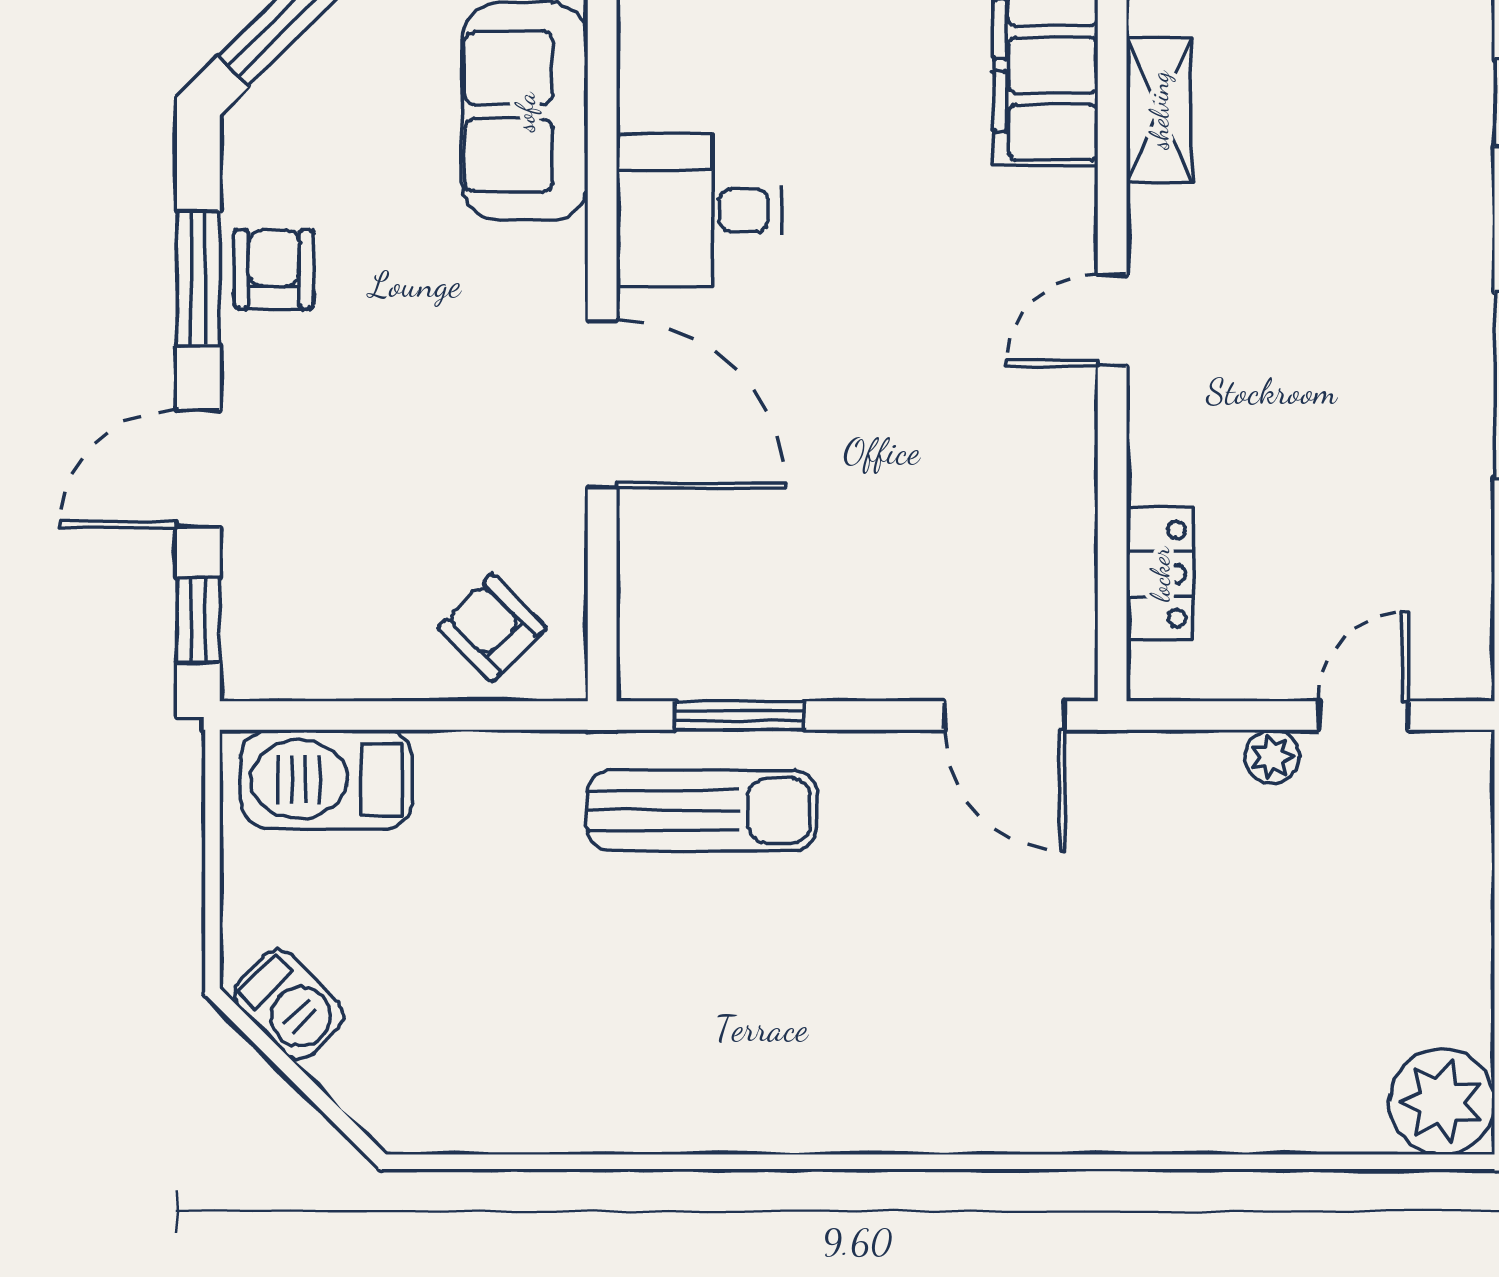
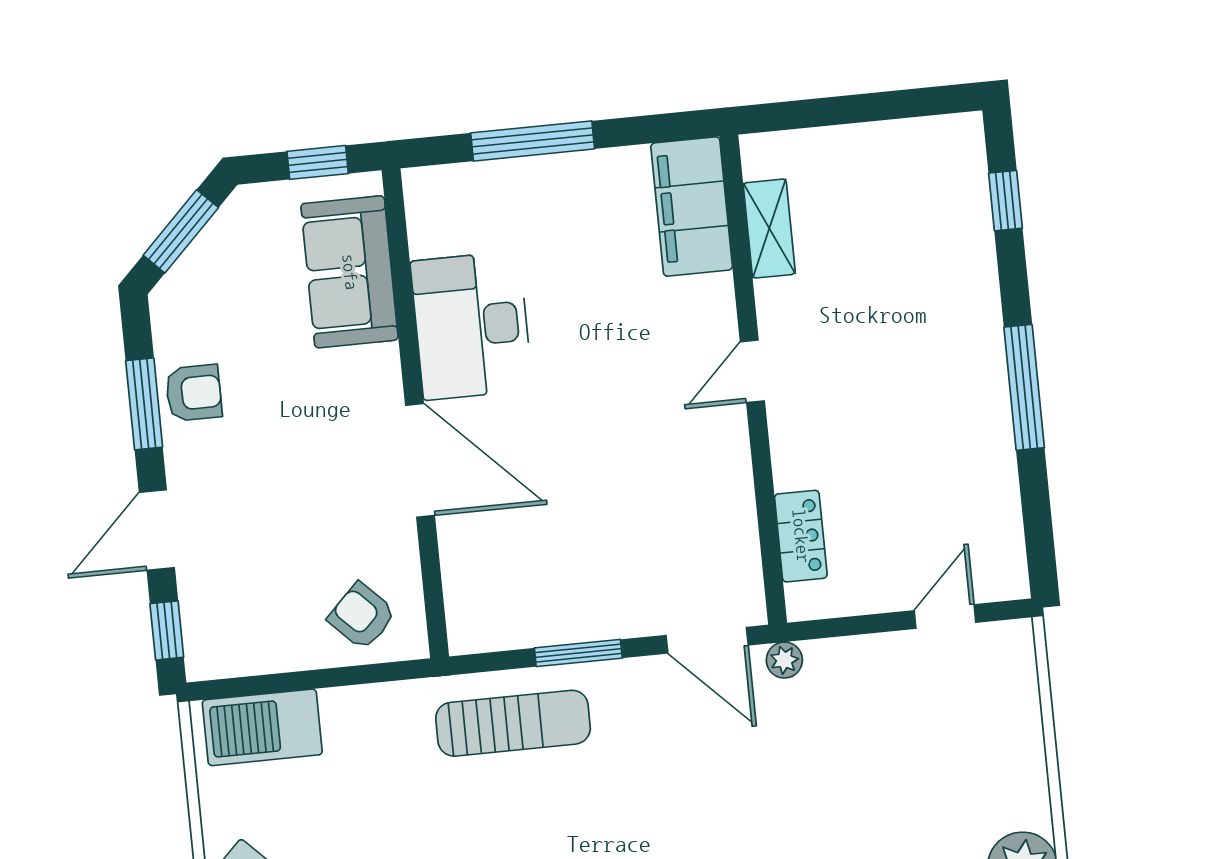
desk: (699, 210) -> (471, 326), width x1.37
armchair: (274, 269) -> (194, 393), turned 90
window: (739, 715) -> (578, 653), moved
plant: (1272, 757) -> (784, 660), moved

